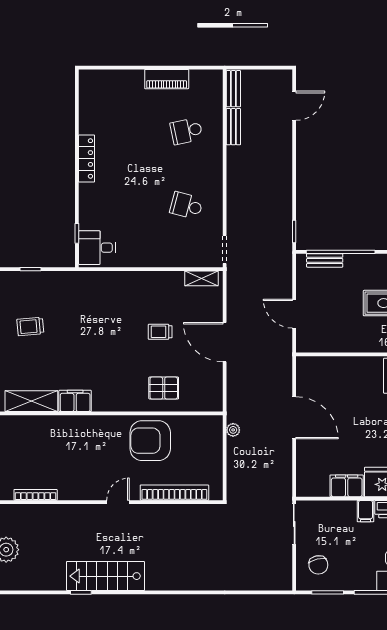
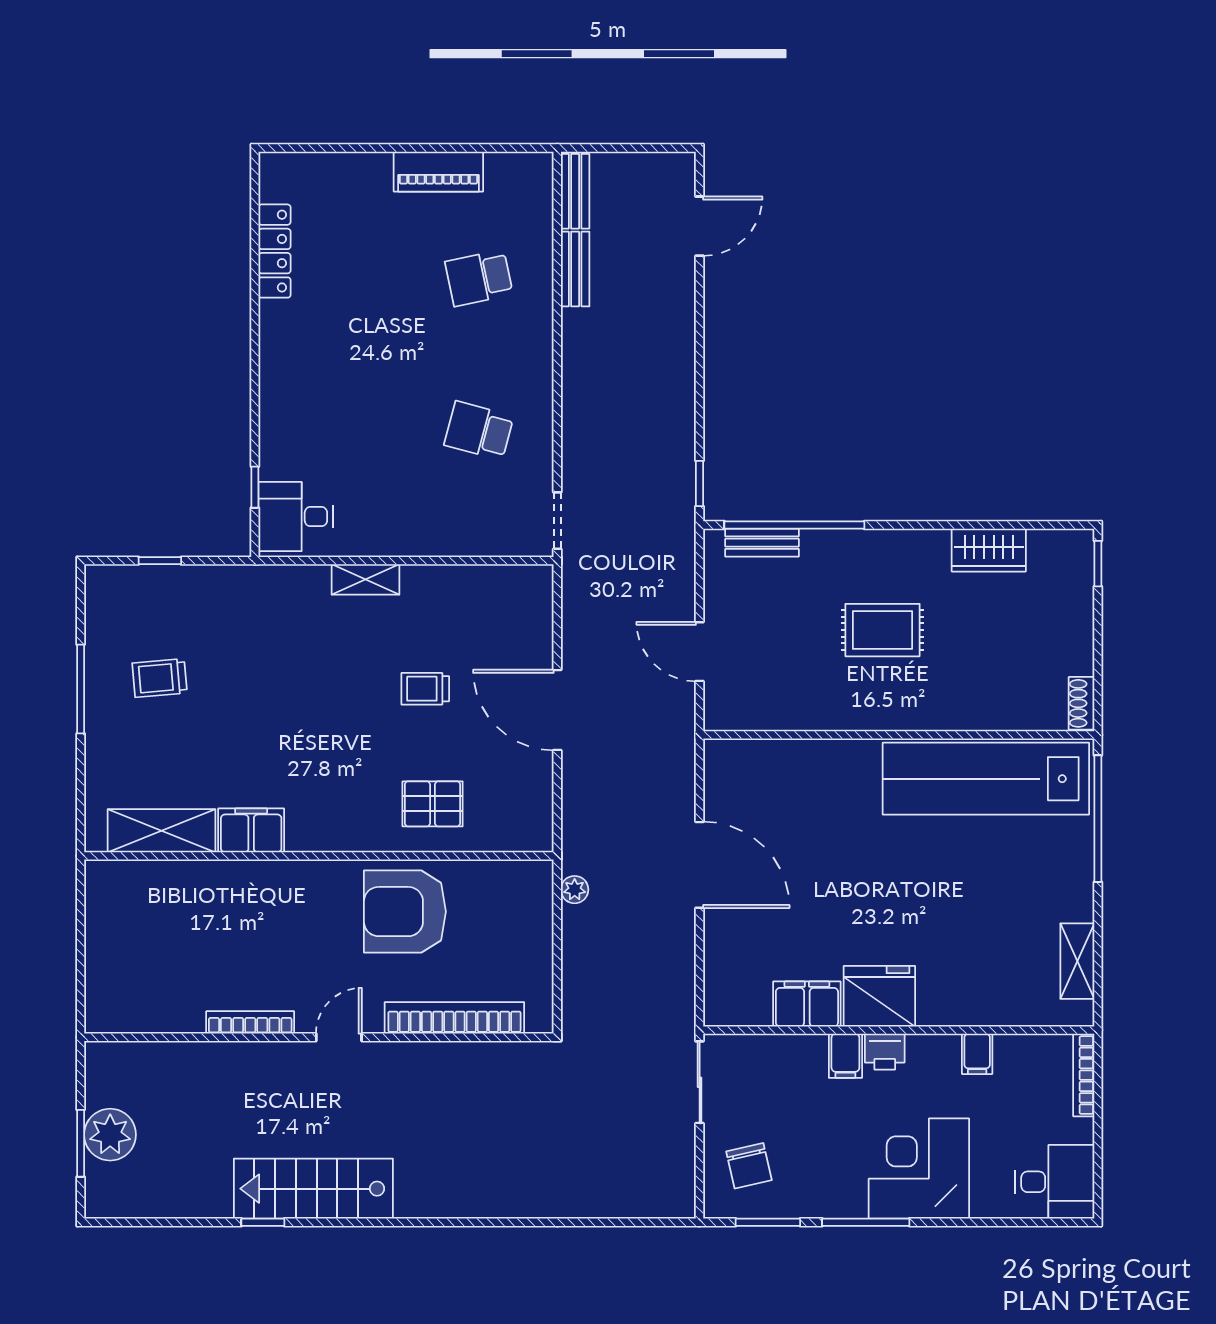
locker: (87, 158) -> (275, 251), moved
shelving: (201, 278) -> (366, 579), moved
bookcase: (36, 495) -> (250, 1022), moved

